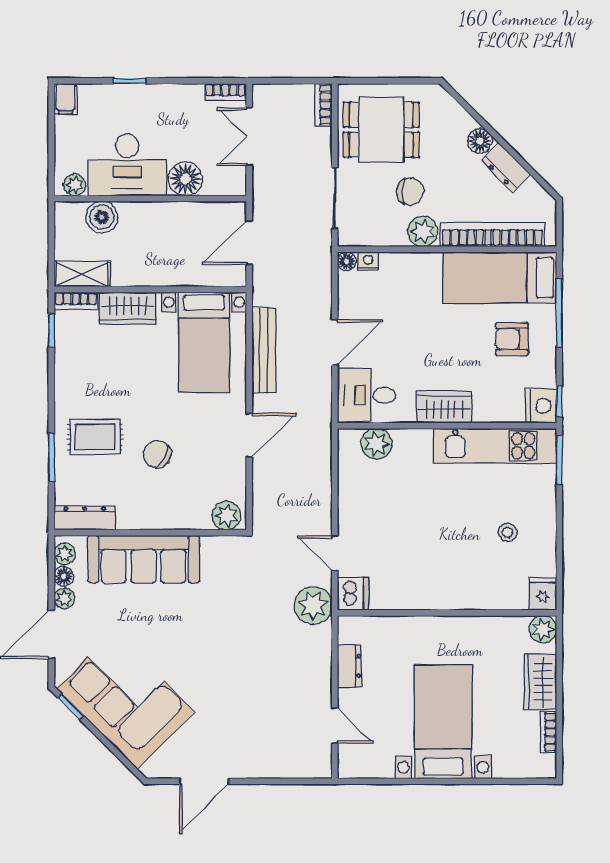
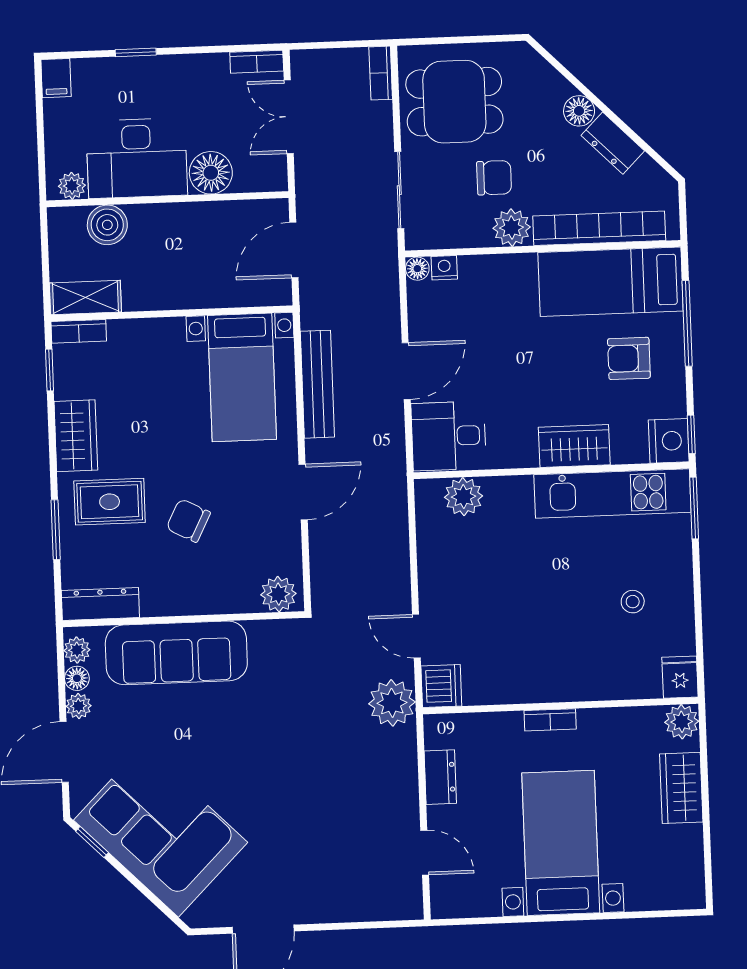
wardrobe: (128, 308) -> (76, 436), moved, turned -90
wardrobe: (444, 407) -> (574, 446), moved
bookcase: (548, 732) -> (550, 720), moved, turned -90

